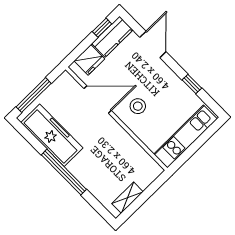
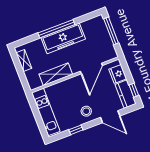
stool: (138, 106) -> (86, 111), moved
freezer: (52, 135) -> (63, 38), moved
shelving: (127, 145) -> (56, 74), added

